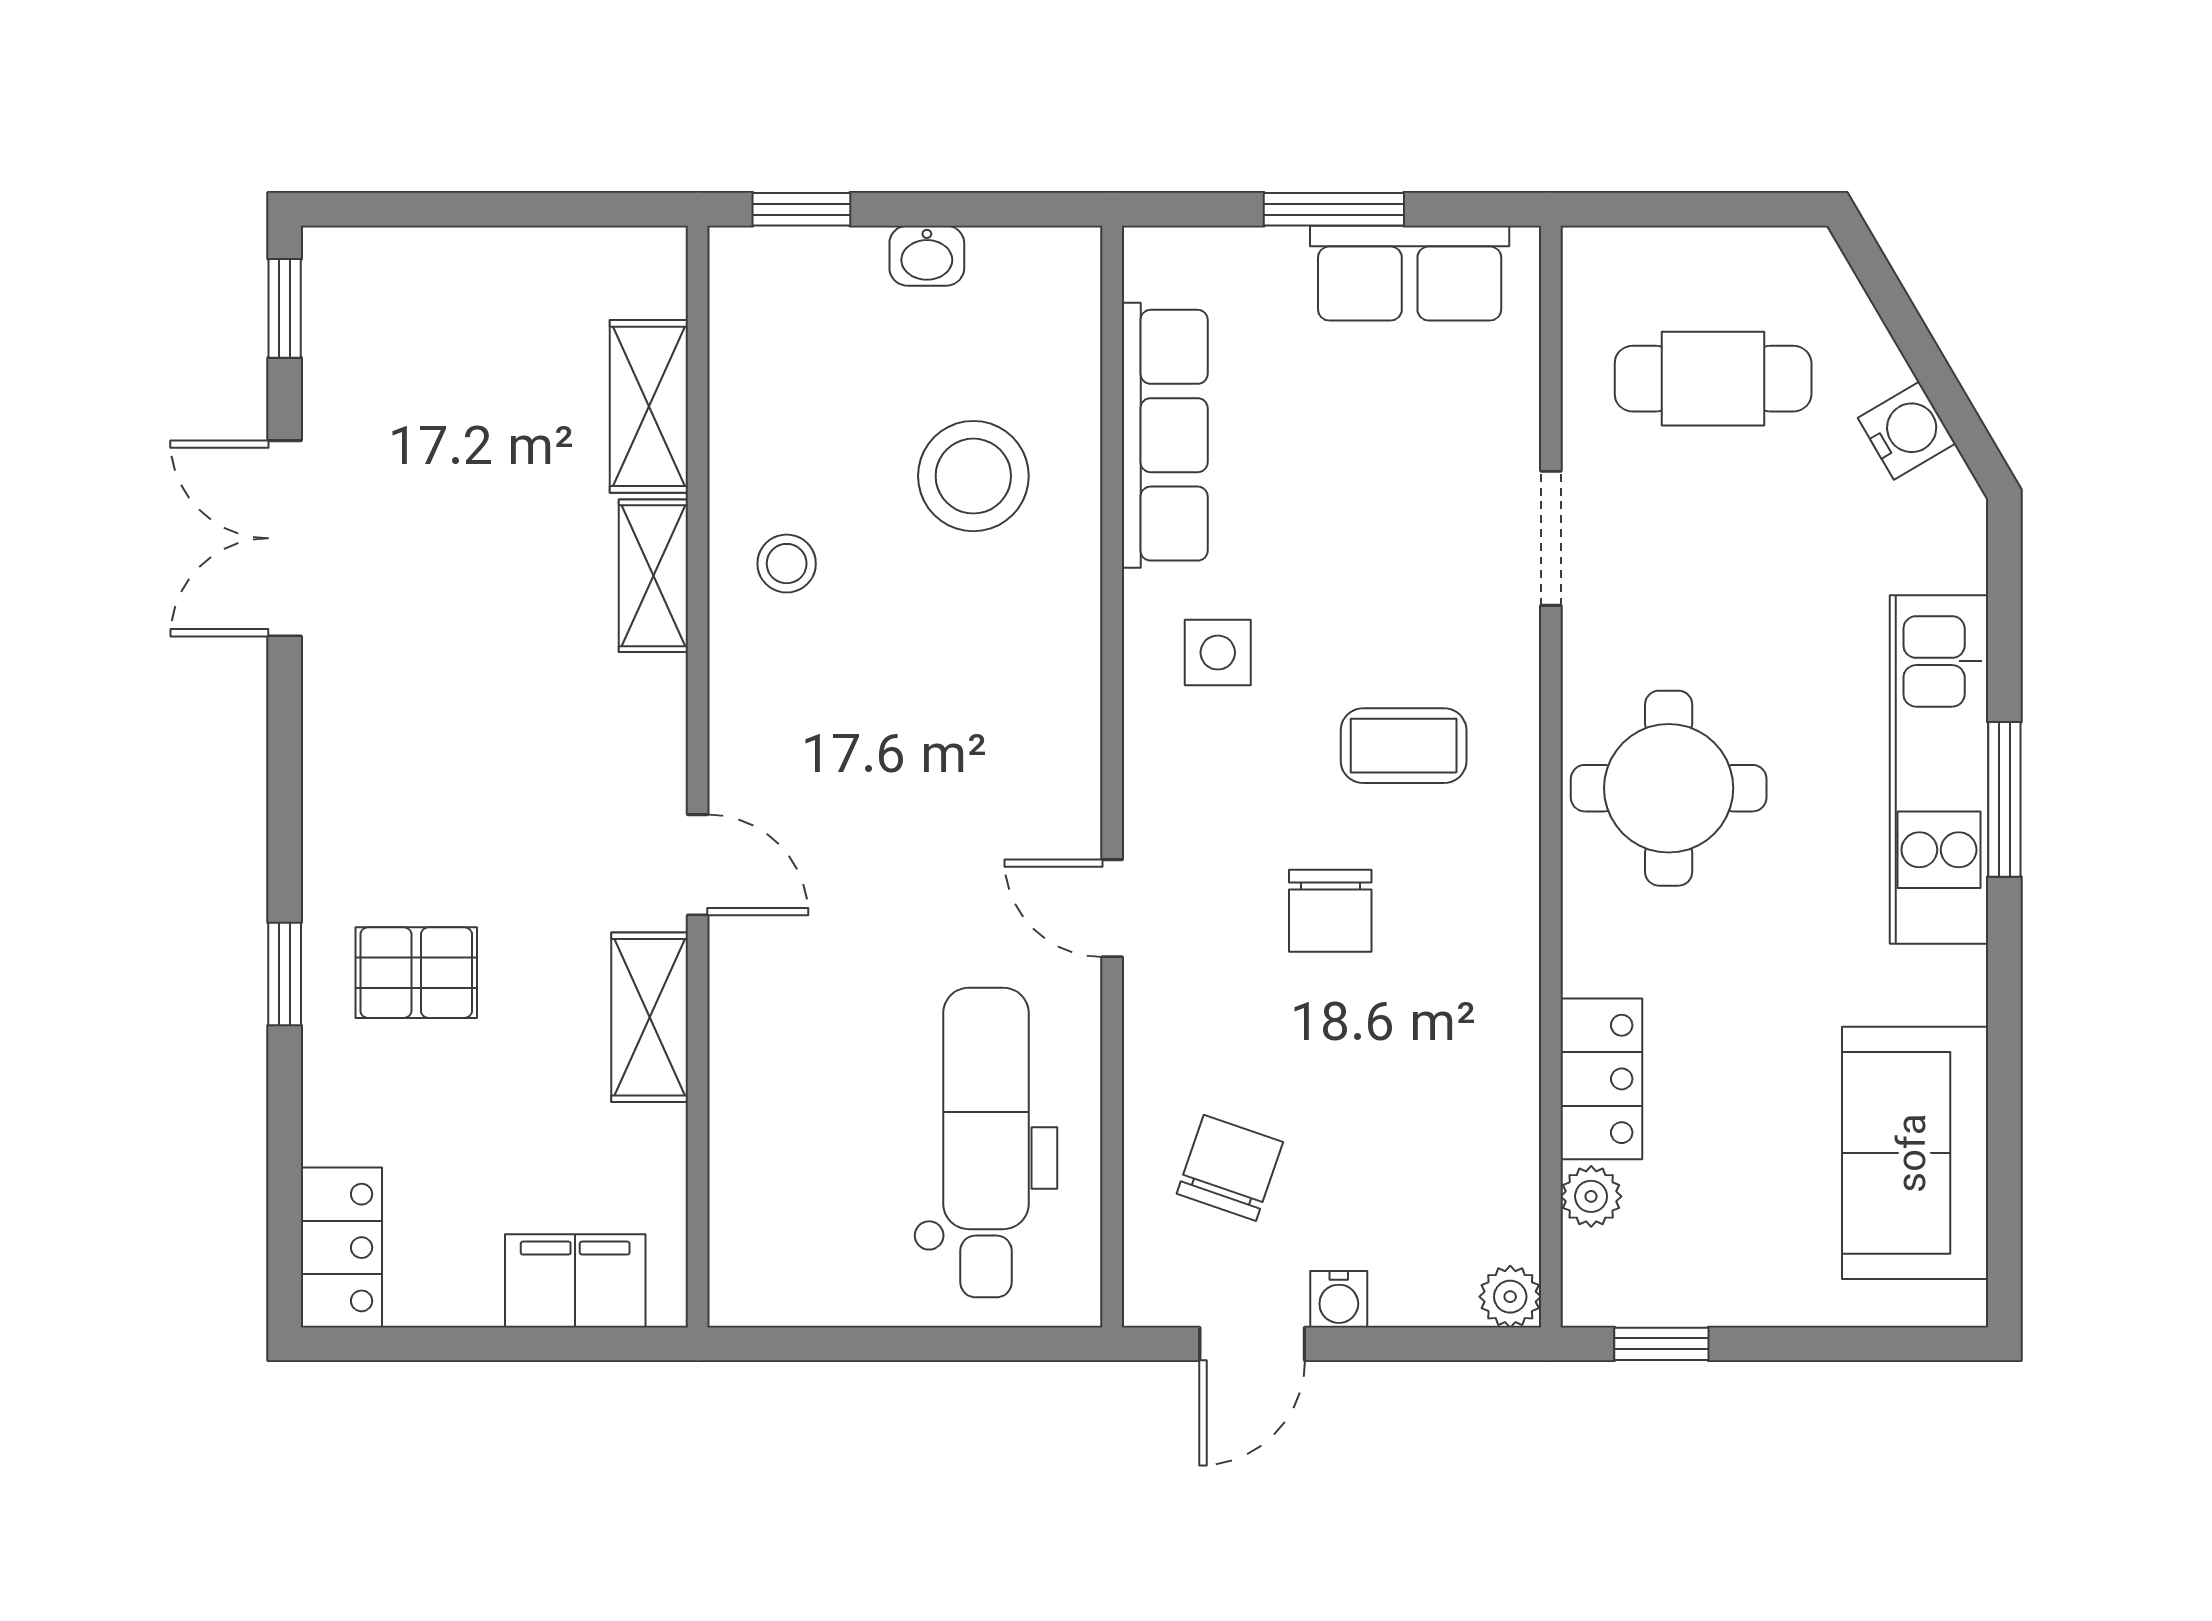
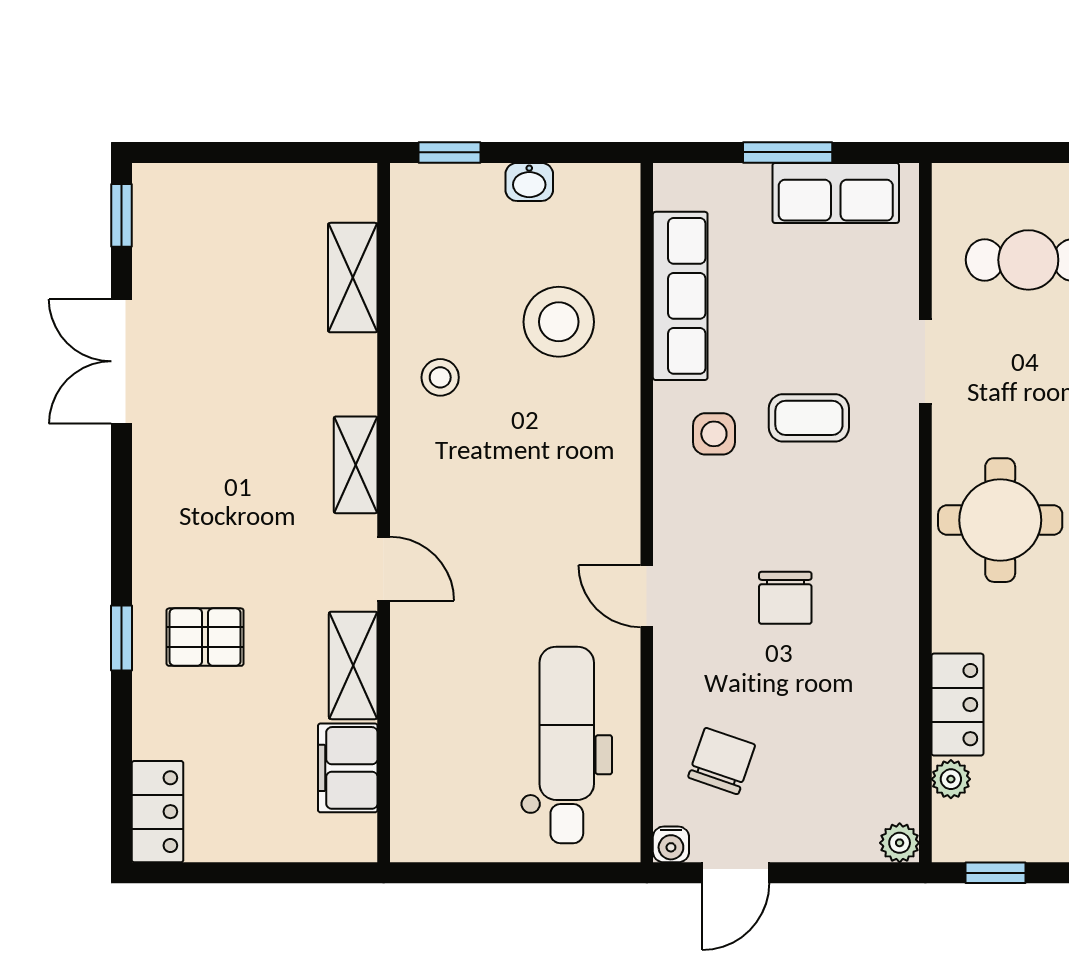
shelving: (653, 576) -> (356, 465), moved
coffee table: (1404, 746) -> (809, 418), moved
filing cabinet: (575, 1281) -> (348, 768), moved, turned -90
water cooler: (1339, 1299) -> (671, 844), moved

